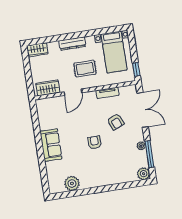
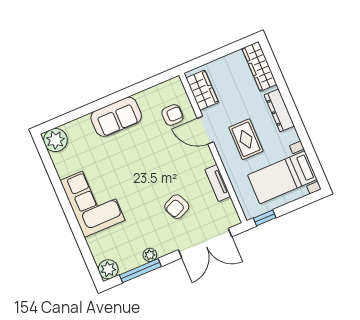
wardrobe: (37, 50) -> (259, 66), width x1.50
armchair: (95, 142) -> (172, 115), moved
corner sofa: (99, 173) -> (92, 200), added
plant: (72, 184) -> (56, 140), moved

